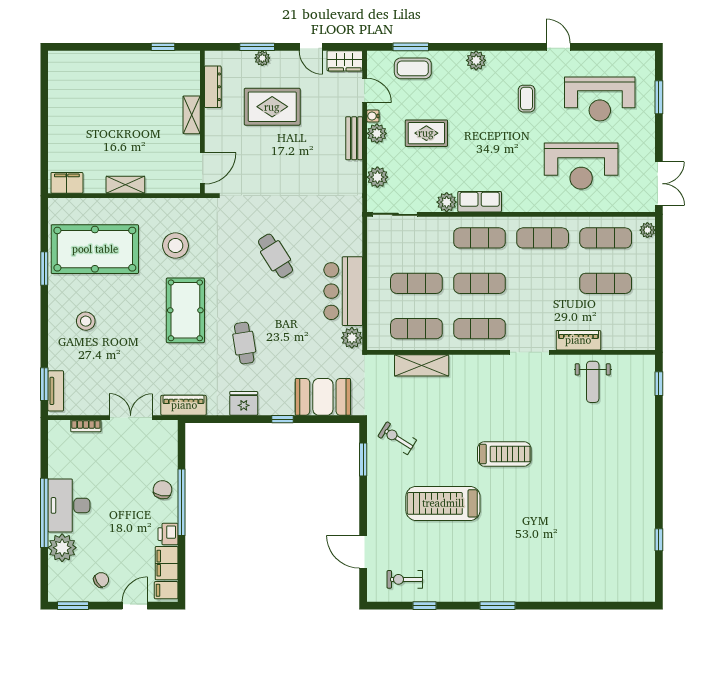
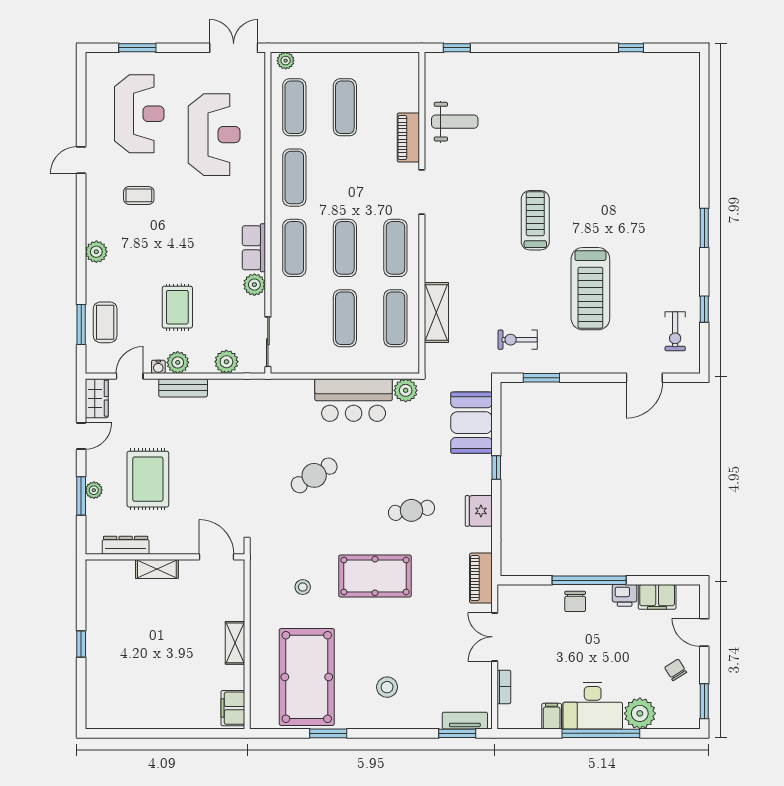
window: (163, 47) -> (81, 644), moved
stool: (175, 246) -> (303, 587), width x0.53, depth x0.53
exercise bike: (397, 438) -> (518, 340), turned 58
chair: (163, 490) -> (575, 601), turned -100
filing cabinet: (166, 590) -> (552, 716), moved, turned 180

